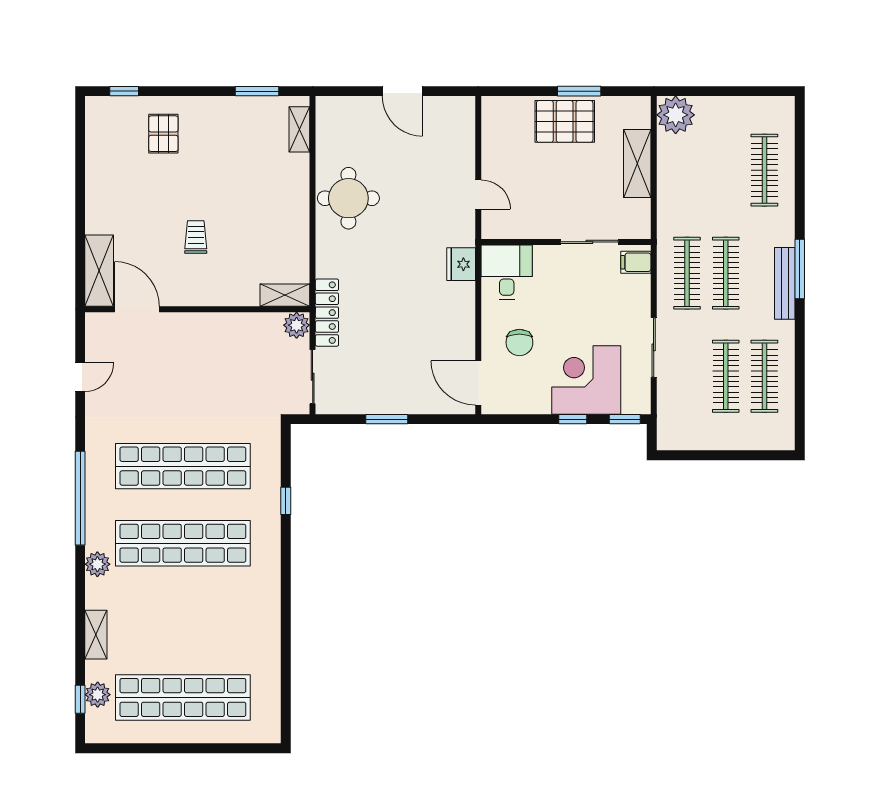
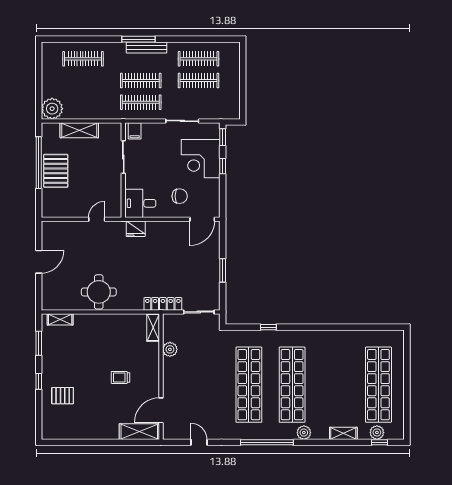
window: (124, 91) -> (39, 381), moved
window: (579, 91) -> (39, 163), width x2.11
plant: (297, 325) -> (170, 349), moved

